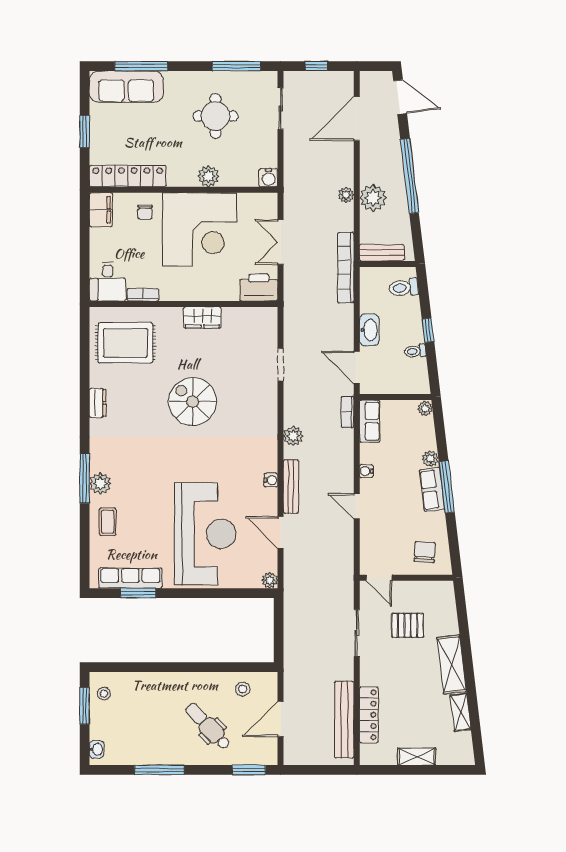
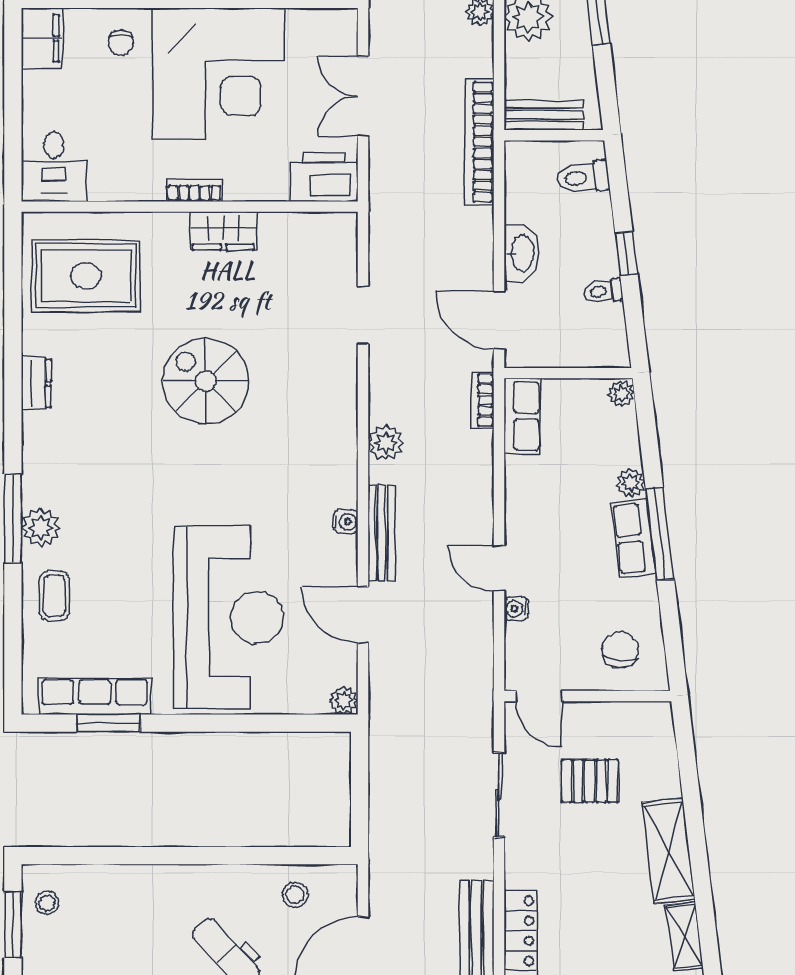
bookcase: (143, 295) -> (194, 190), moved
water cooler: (366, 471) -> (516, 609), moved

